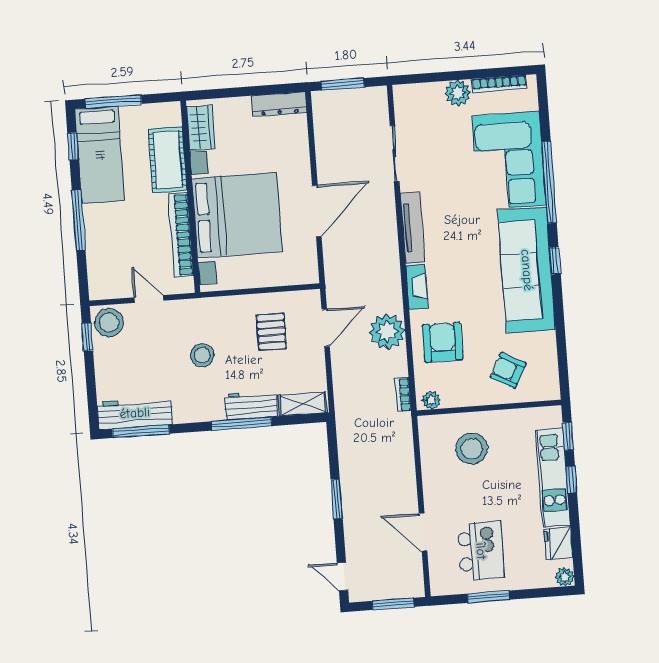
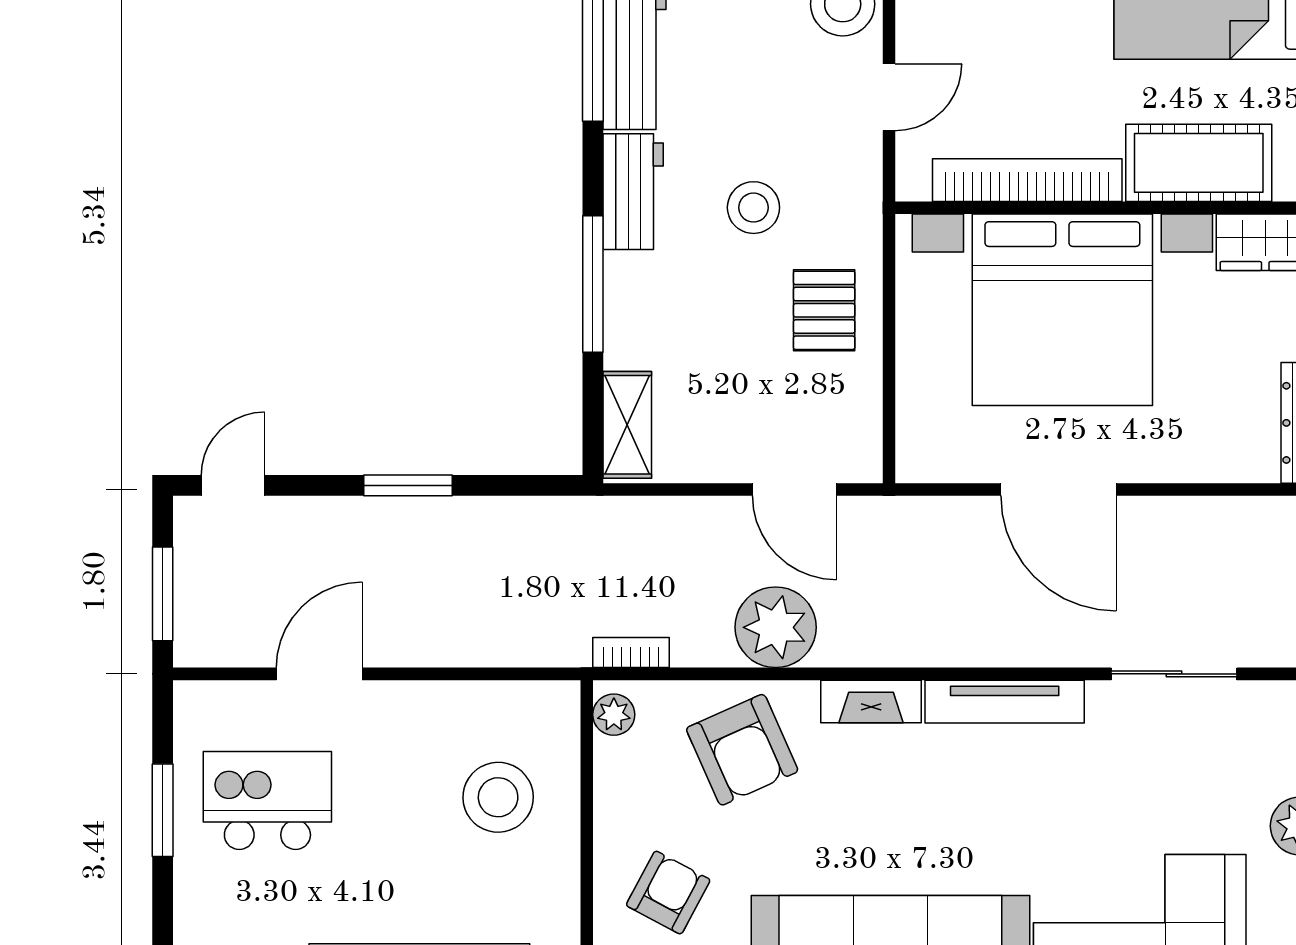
pallet: (271, 332) -> (824, 310), moved, turned 90
armchair: (443, 342) -> (742, 750), turned 66
workbench: (251, 405) -> (633, 192), moved
kitchen island: (481, 551) -> (267, 801), turned 180

